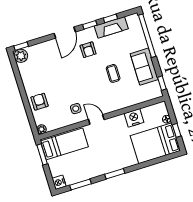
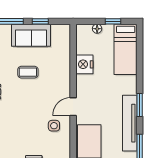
window: (162, 83) -> (40, 21), moved
bed: (155, 143) -> (126, 49), width x0.67
tv unit: (97, 170) -> (130, 123), added

